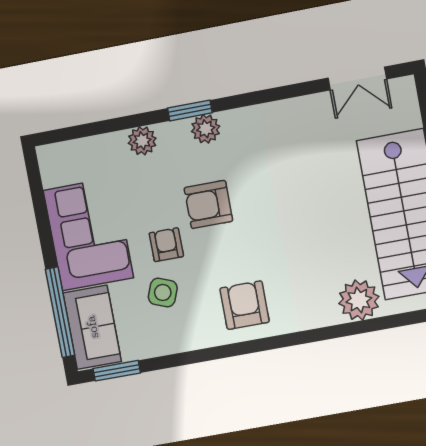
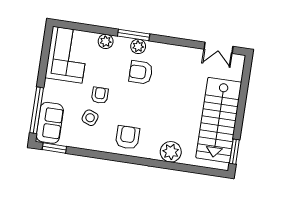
window: (190, 110) -> (134, 35), width x1.44
armchair: (208, 204) -> (141, 72), moved
corner sofa: (88, 234) -> (67, 55), moved
plant: (359, 300) -> (171, 152), moved

